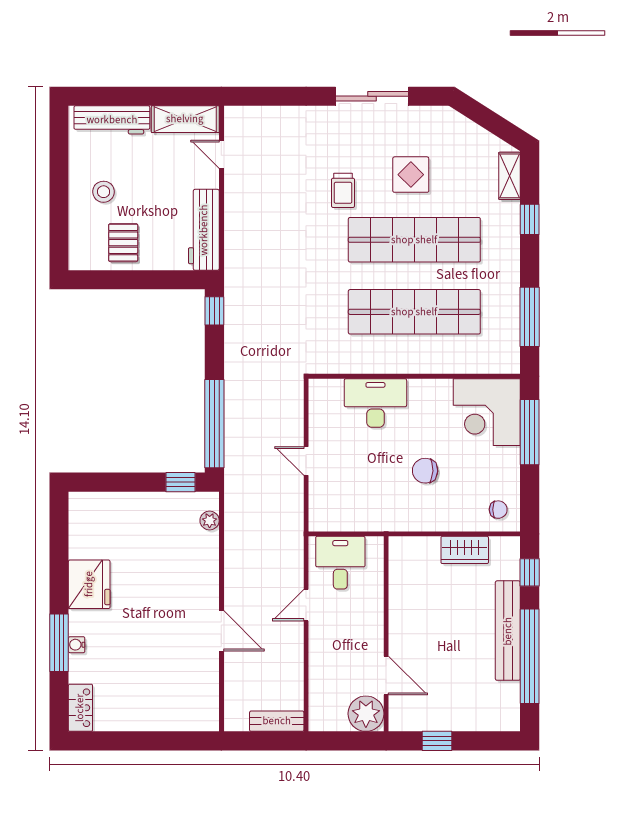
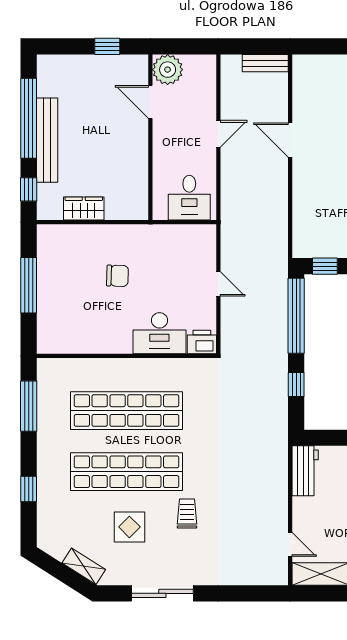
shelving: (510, 176) -> (84, 566), moved, turned -57
workbench: (204, 230) -> (305, 471), width x0.73
window: (214, 311) -> (296, 385), moved
printer: (325, 393) -> (202, 342), added
corner desk: (487, 412) -> (65, 326), removed
window: (530, 432) -> (29, 285), moved
chair: (498, 510) -> (55, 243), removed
plant: (210, 521) -> (300, 233), removed
door: (306, 605) -> (218, 134), moved
bench: (277, 721) -> (265, 63), moved

